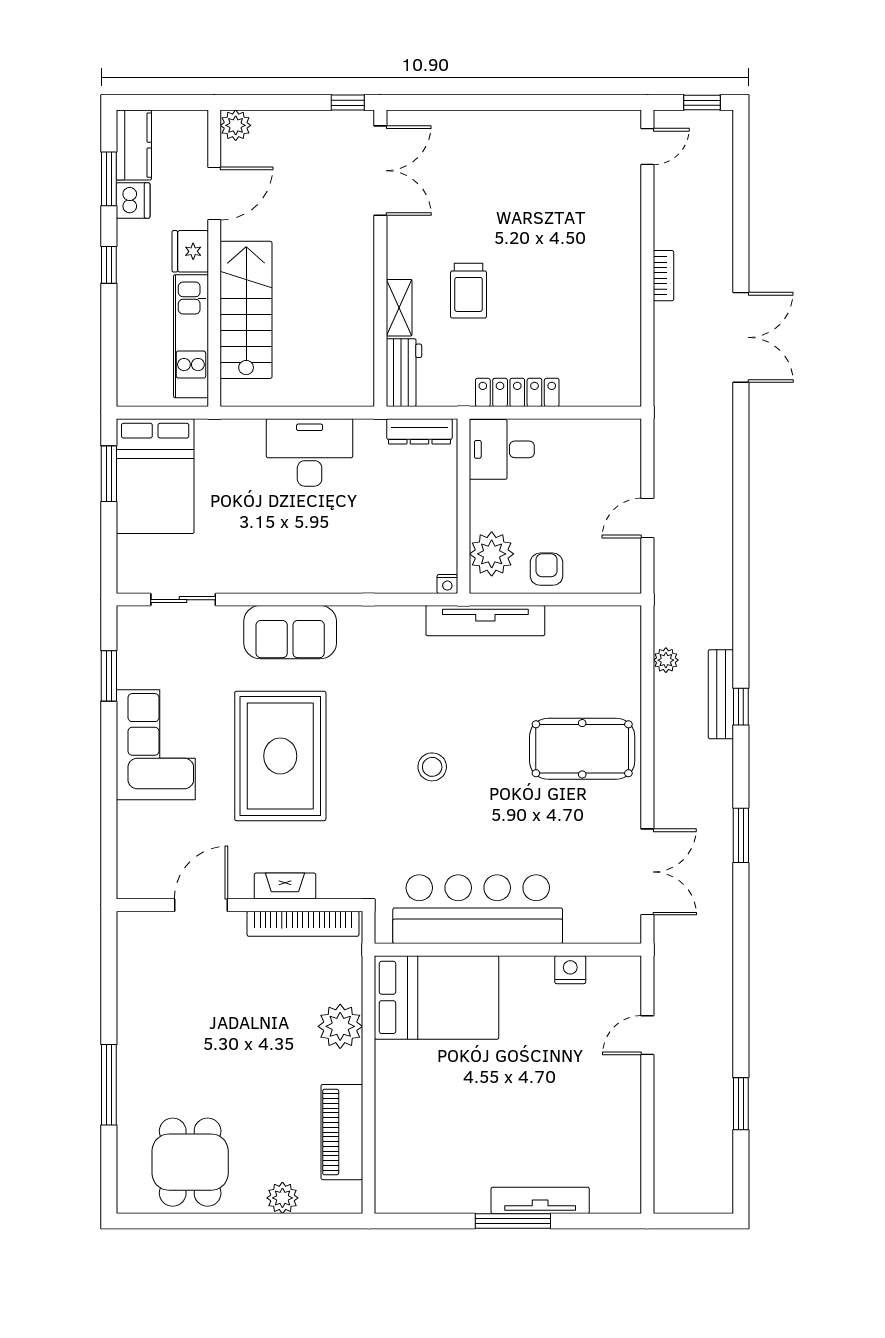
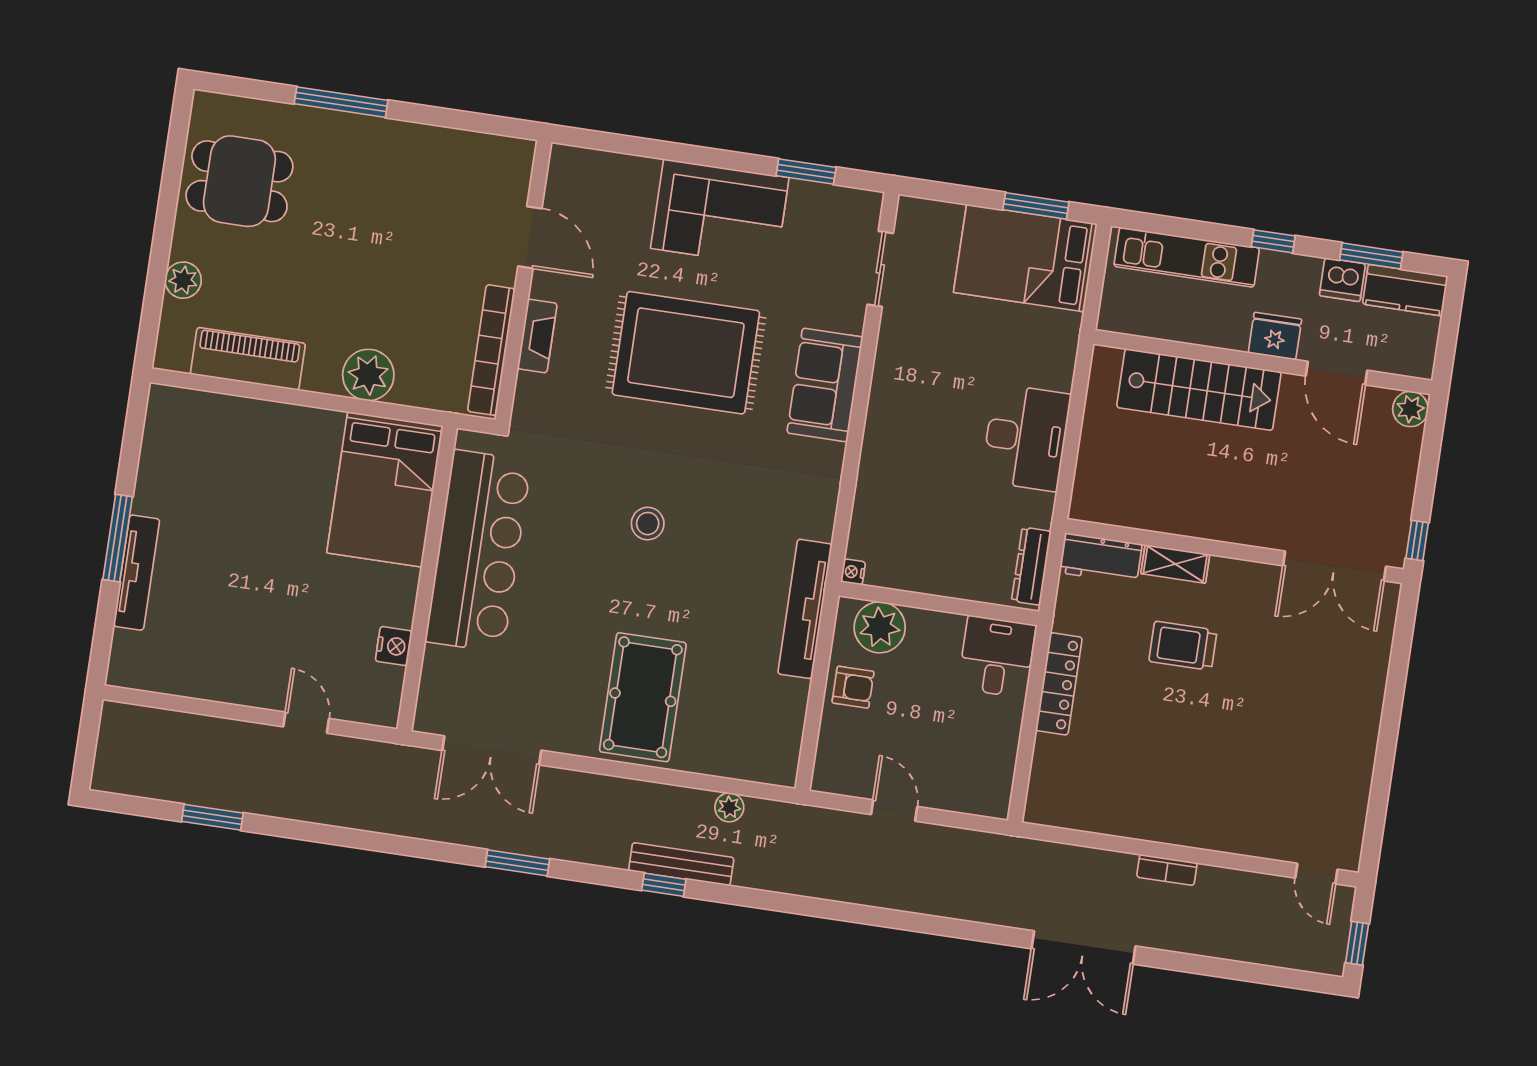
kitchen unit: (191, 336) -> (1187, 257), moved, turned 180

